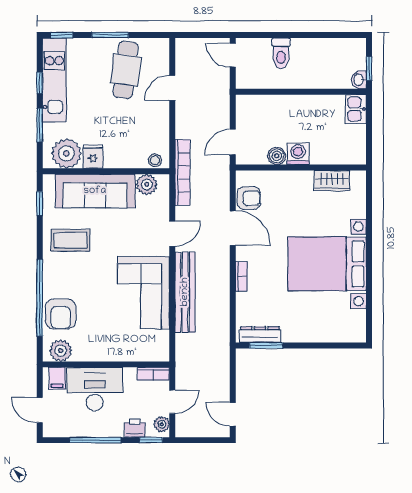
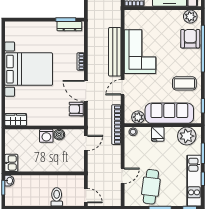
fridge: (93, 157) -> (158, 134), moved
wardrobe: (332, 181) -> (16, 120), moved

